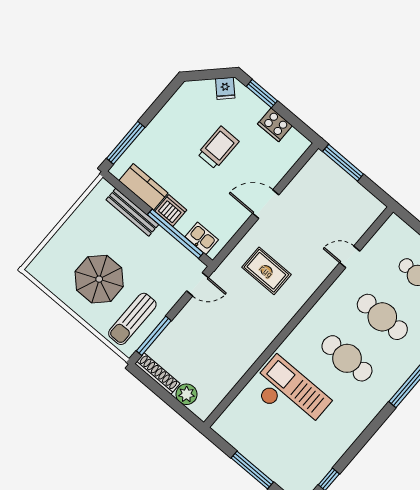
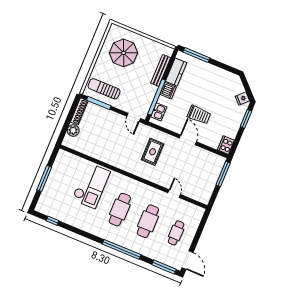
cooker: (275, 125) -> (226, 145), moved
trolley: (218, 148) -> (199, 115), moved
parasol: (99, 279) -> (124, 53), moved

